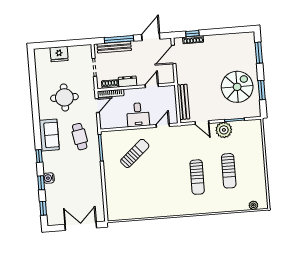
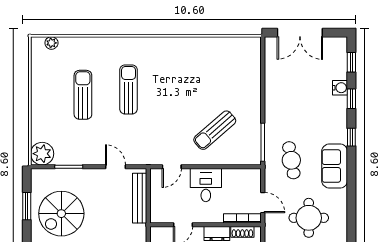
door: (97, 106) -> (263, 203), swing flipped
plant: (224, 130) -> (42, 154), moved
water cooler: (49, 178) -> (340, 88), moved

